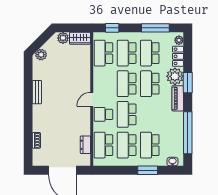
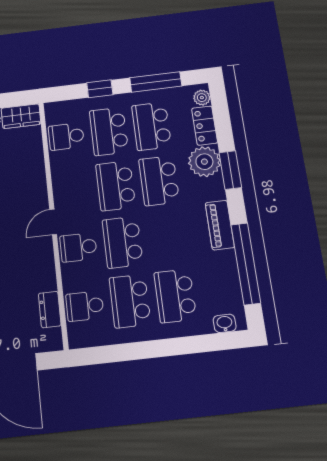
window: (112, 28) -> (100, 89), moved
school desk: (103, 53) -> (66, 136), width x0.54
piano: (178, 98) -> (220, 225), moved
school desk: (103, 145) -> (85, 306), width x0.54
window: (148, 170) -> (178, 346), removed

